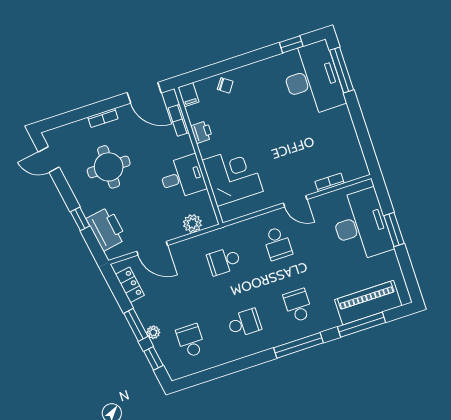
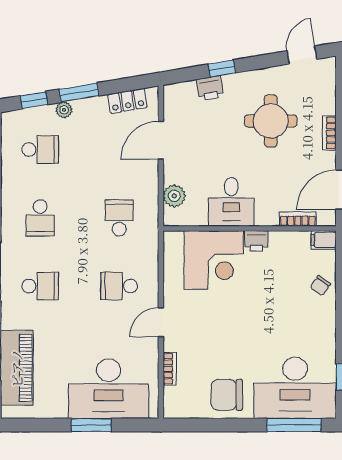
chair: (335, 131) -> (227, 395), added
printer: (202, 132) -> (256, 241), moved
printer: (106, 229) -> (210, 88), width x0.53, depth x0.68

